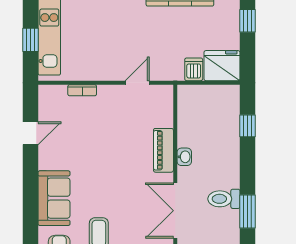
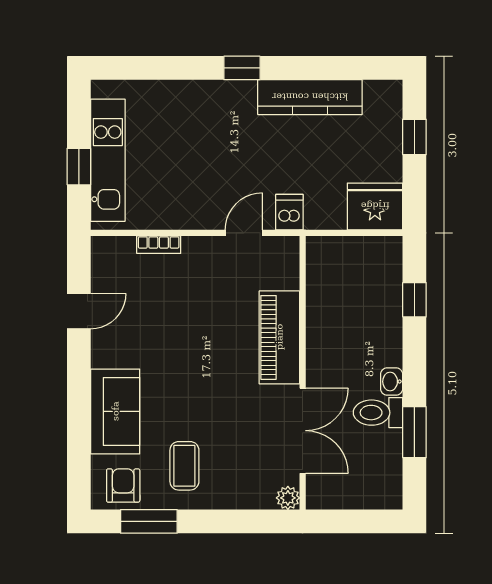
dishwasher: (194, 69) -> (289, 212), moved
piano: (163, 150) -> (279, 337), width x1.37, depth x1.33
washbasin: (184, 157) -> (392, 382), moved, turned 180
double door: (175, 211) -> (303, 431), swing flipped

